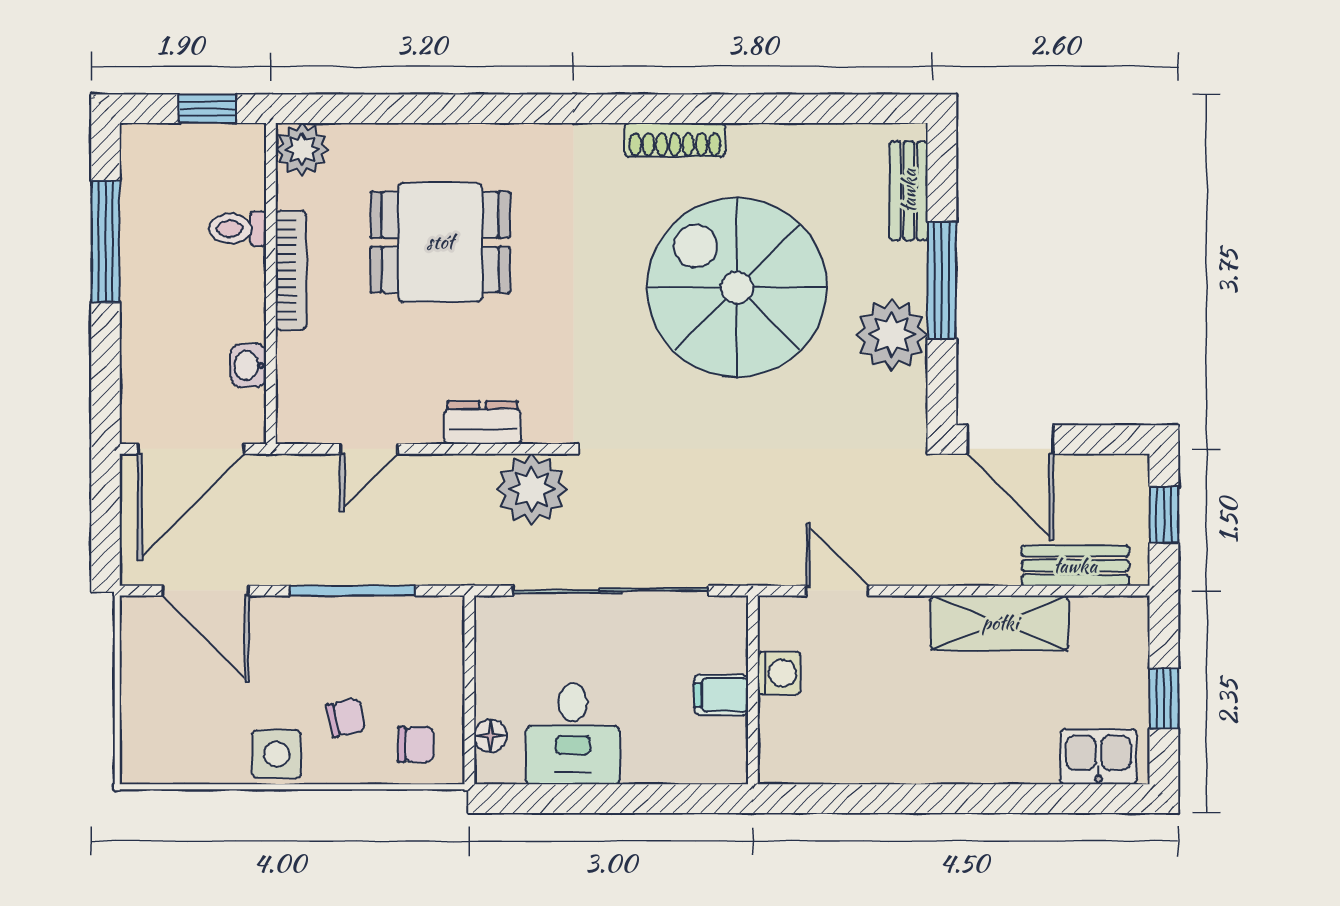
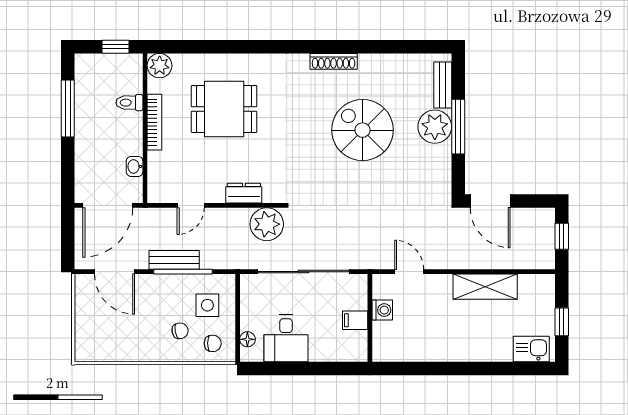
spiral stairs: (737, 287) -> (363, 130), width x0.73, depth x0.73
plant: (892, 334) -> (435, 127), moved
bench: (1075, 566) -> (174, 260), moved
side table: (277, 754) -> (207, 305), moved

